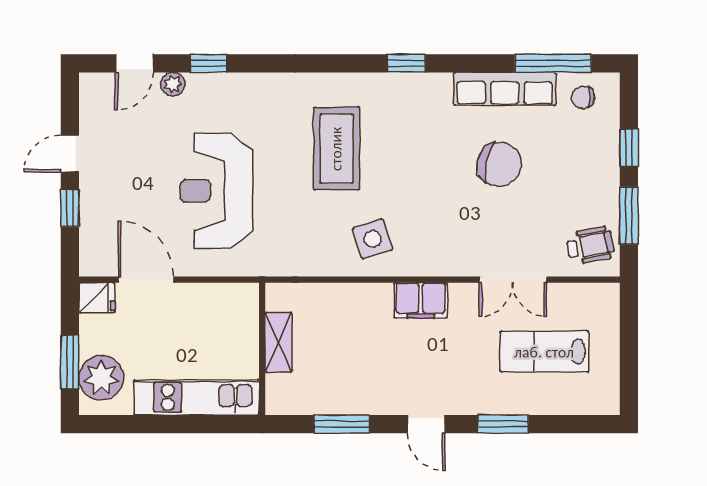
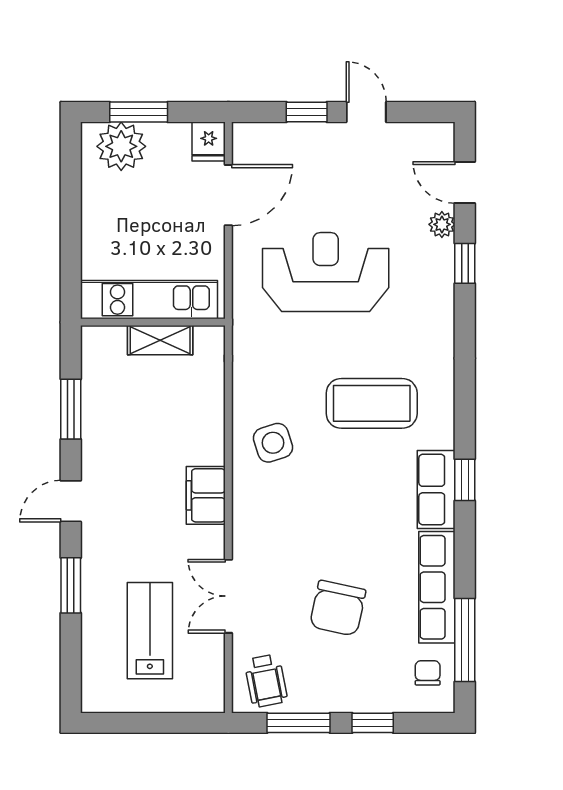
row of seats: (415, 89) -> (436, 490), added
chair: (499, 164) -> (338, 608), moved
kitchen unit: (197, 397) -> (149, 300), moved, turned -90

